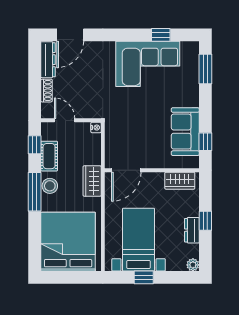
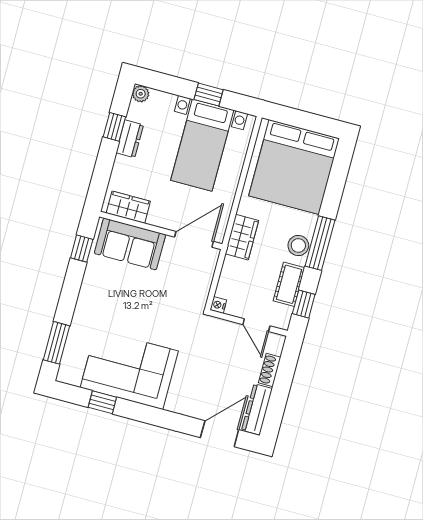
sofa: (185, 132) -> (130, 244), moved, turned 90
window: (205, 221) -> (114, 127), moved

